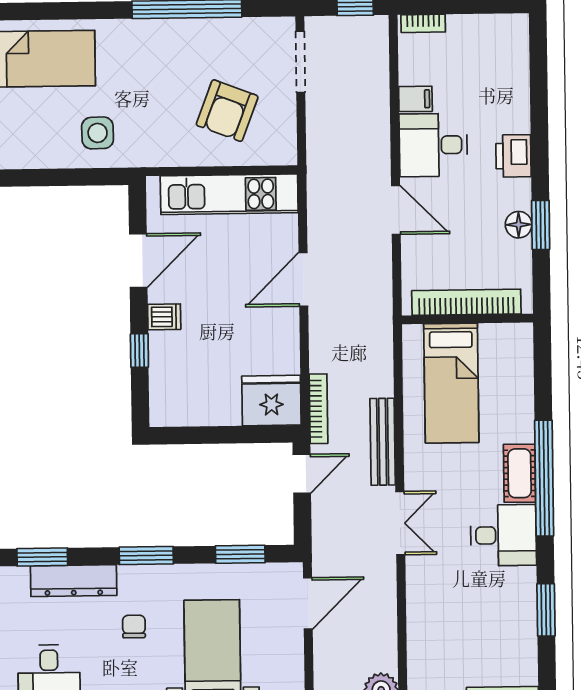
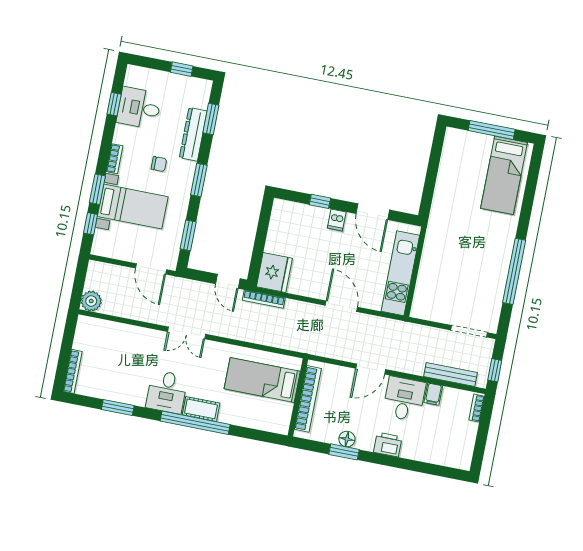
armchair: (227, 111) -> (450, 282), removed
side table: (98, 133) -> (453, 204), removed
bench: (383, 442) -> (450, 375), moved

